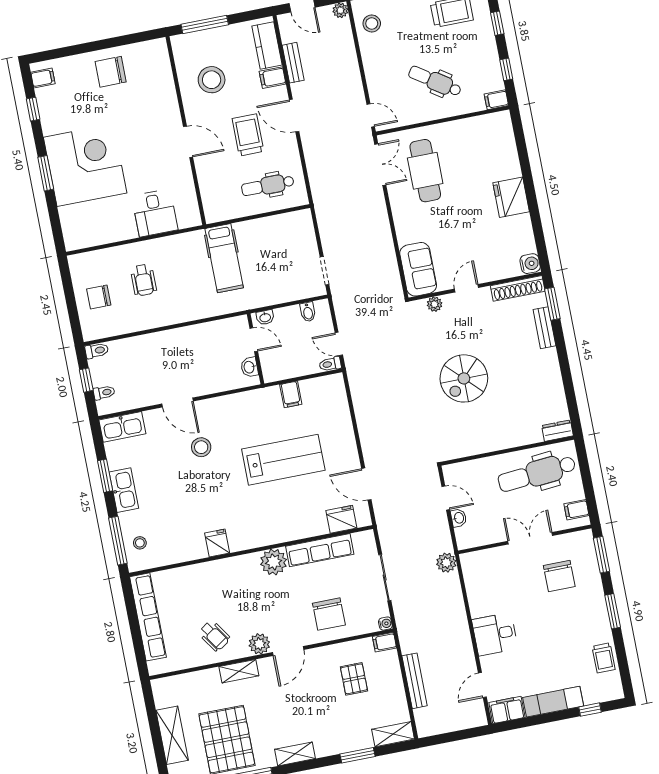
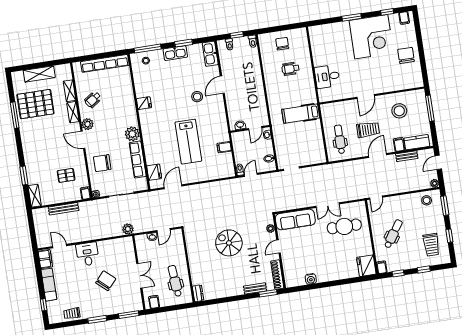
corner desk: (85, 165) -> (371, 37), moved
double door: (380, 165) -> (327, 205), moved
fridge: (511, 197) -> (366, 266), moved, turned -90
water cooler: (530, 264) -> (311, 279), moved
sofa: (418, 269) -> (295, 219), width x1.36
door: (467, 288) -> (279, 246), swing flipped
dental chair: (537, 473) -> (175, 281), width x0.73, depth x0.72
chair: (559, 576) -> (106, 281), moved, turned 132
shelving: (295, 754) -> (70, 91), moved

